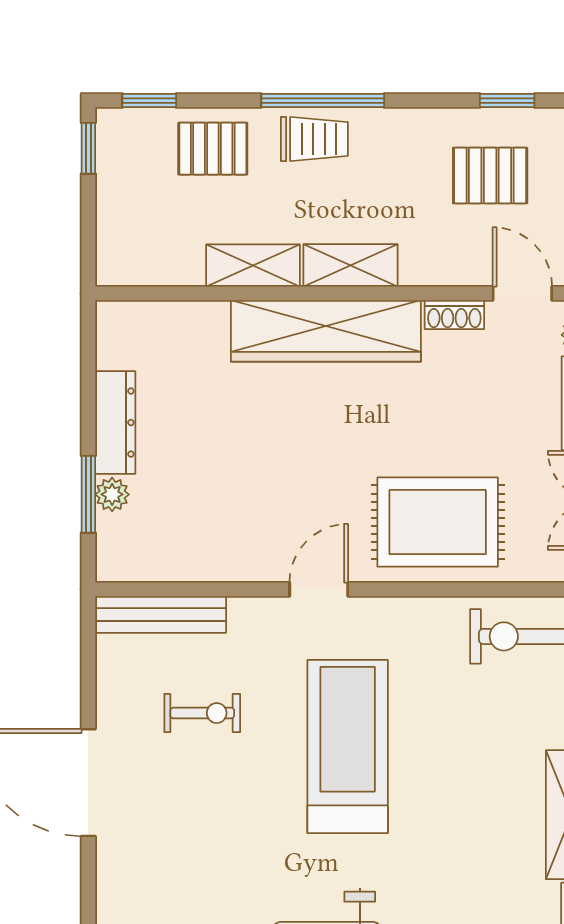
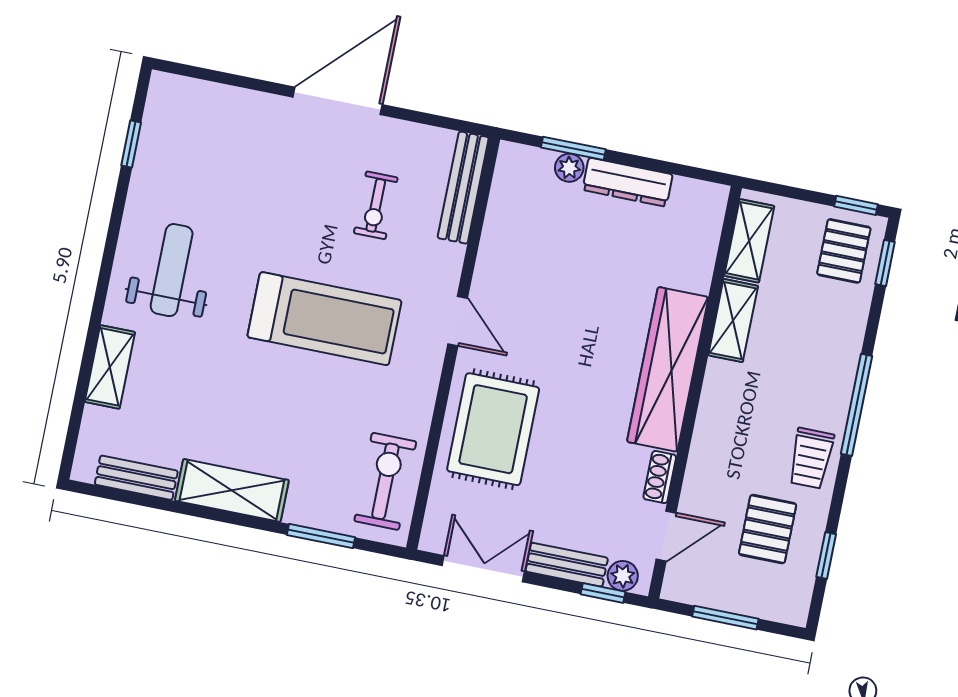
trolley: (314, 139) -> (811, 458), moved
pallet: (213, 149) -> (844, 251), moved
shelving: (351, 265) -> (749, 241), moved

